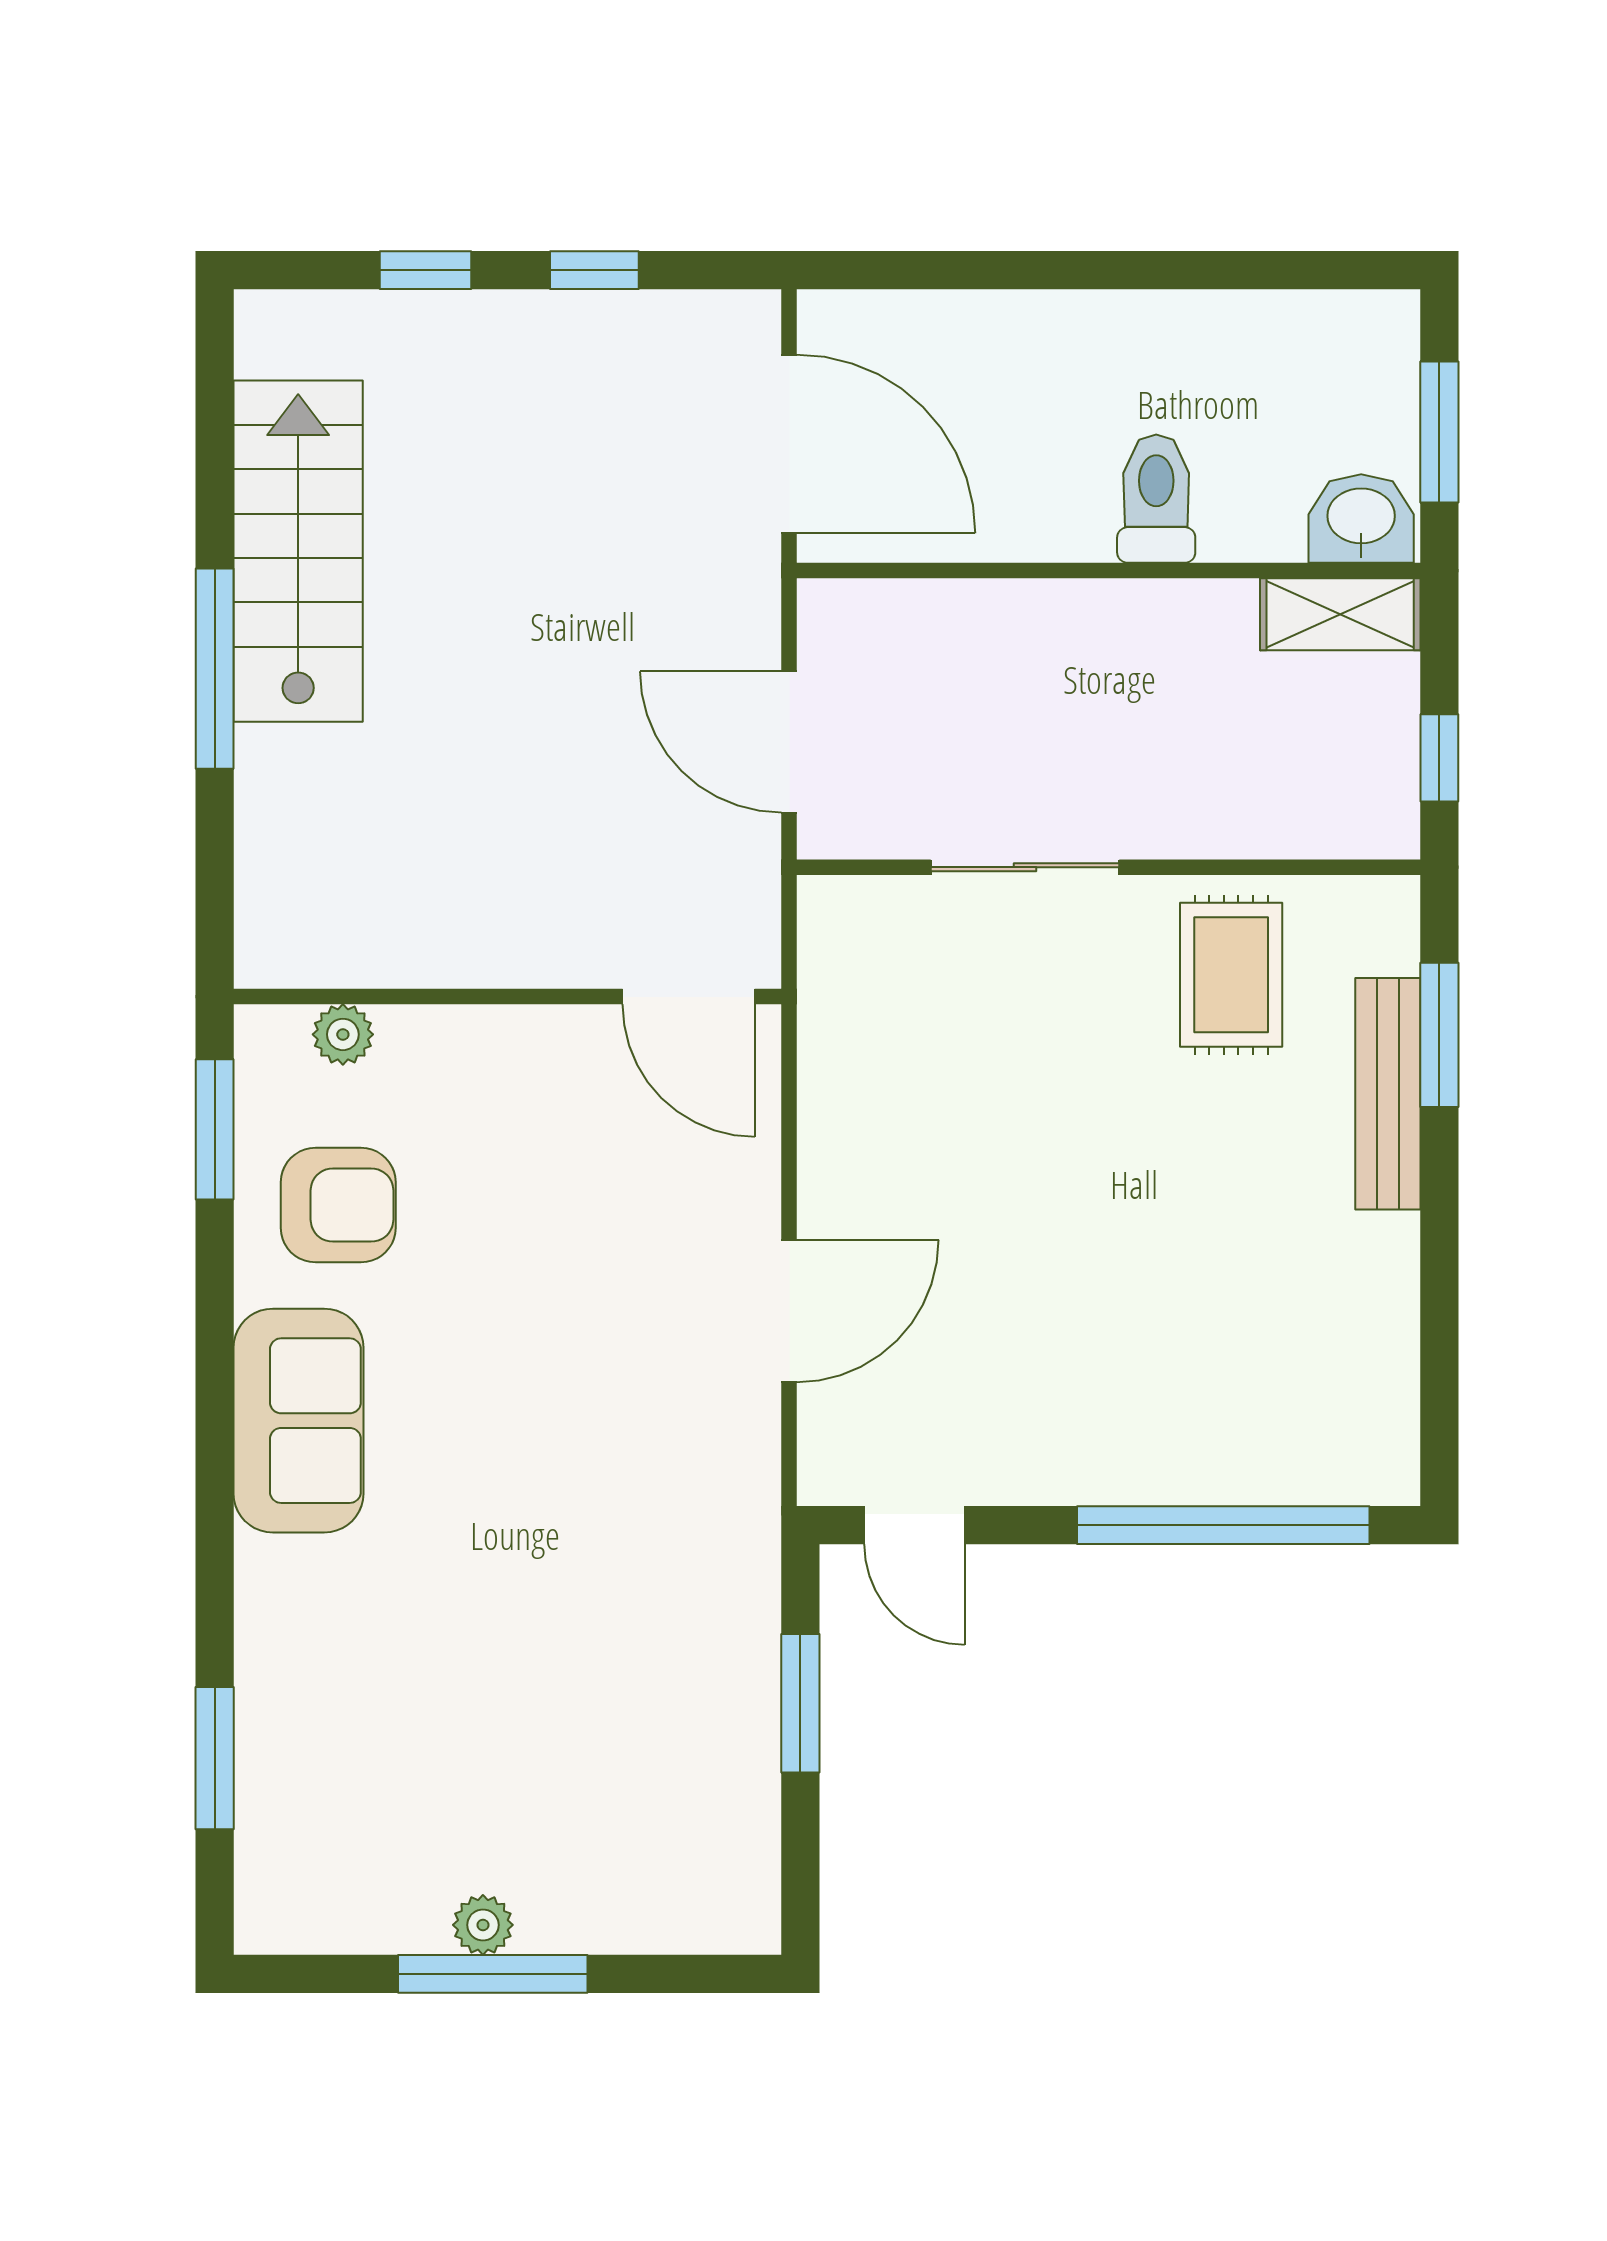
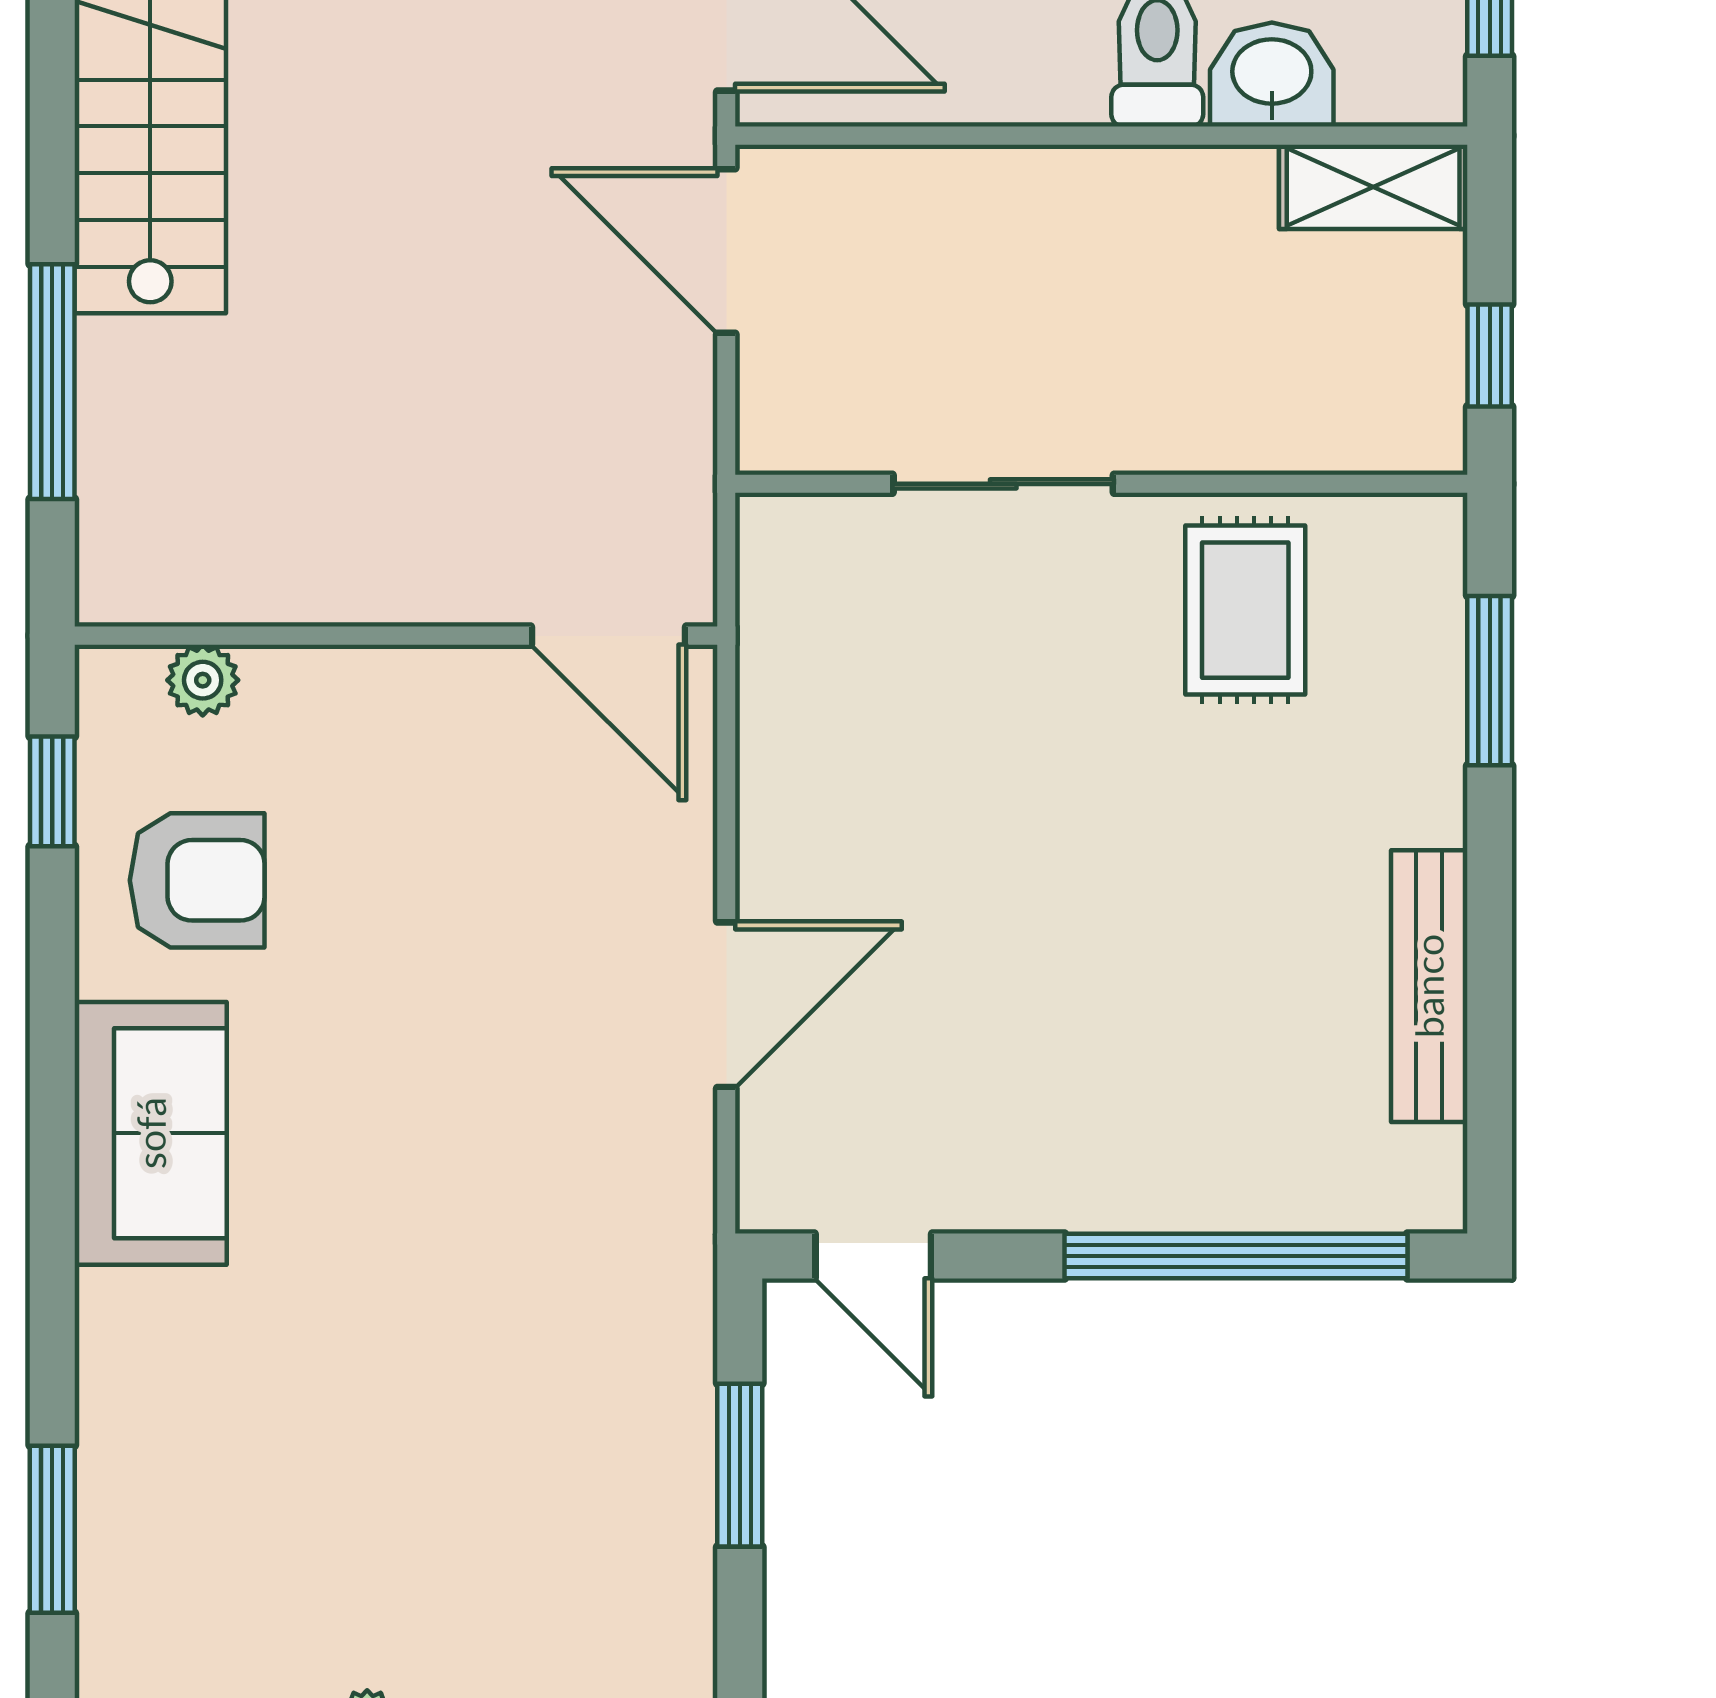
washbasin: (1361, 519) -> (1272, 75), moved
window: (215, 669) -> (52, 382), moved
door: (789, 742) -> (726, 251), moved
bench: (1388, 1094) -> (1429, 986), moved
window: (215, 1129) -> (52, 791), width x0.67

